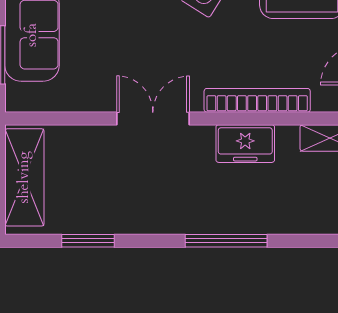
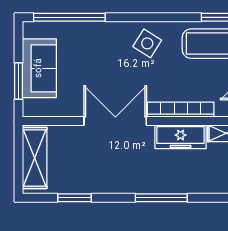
double door: (153, 118) -> (115, 121), width x1.37
freezer: (245, 144) -> (181, 137), width x1.40

